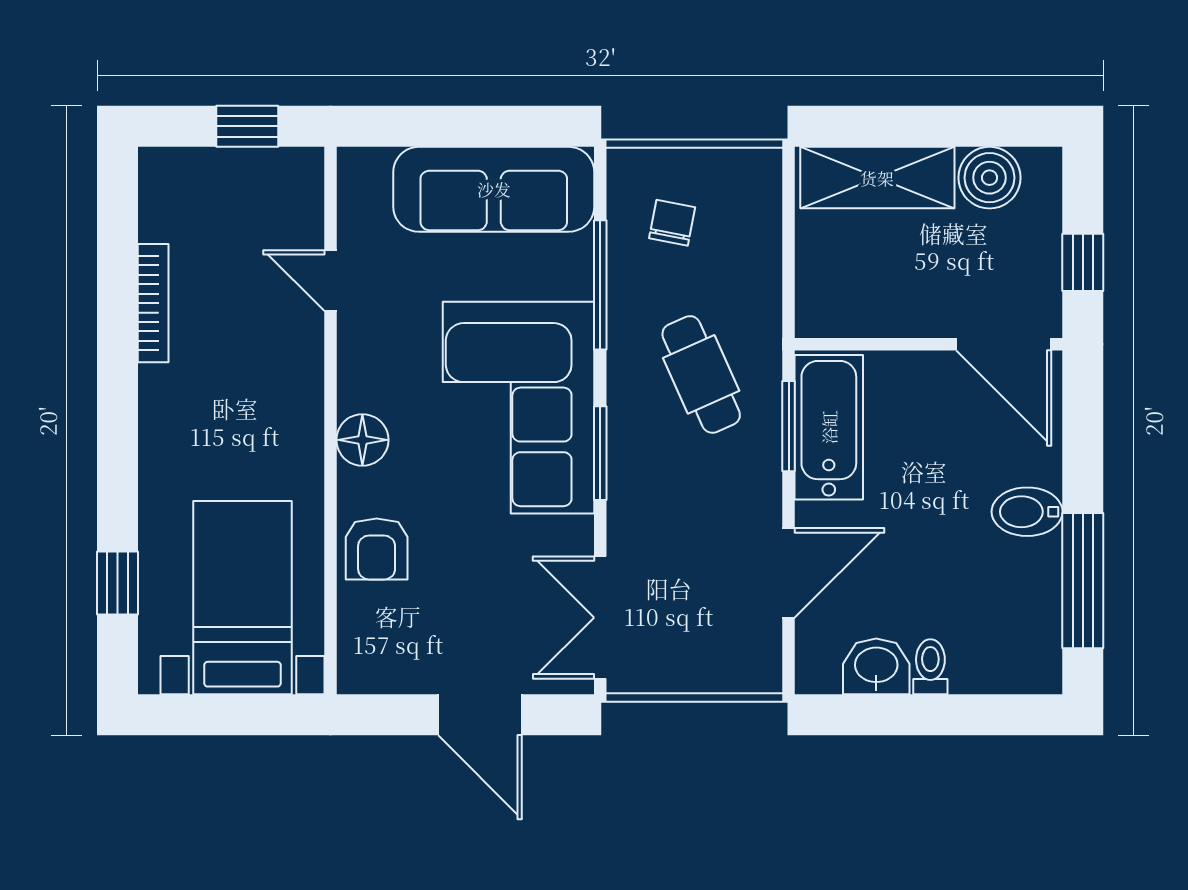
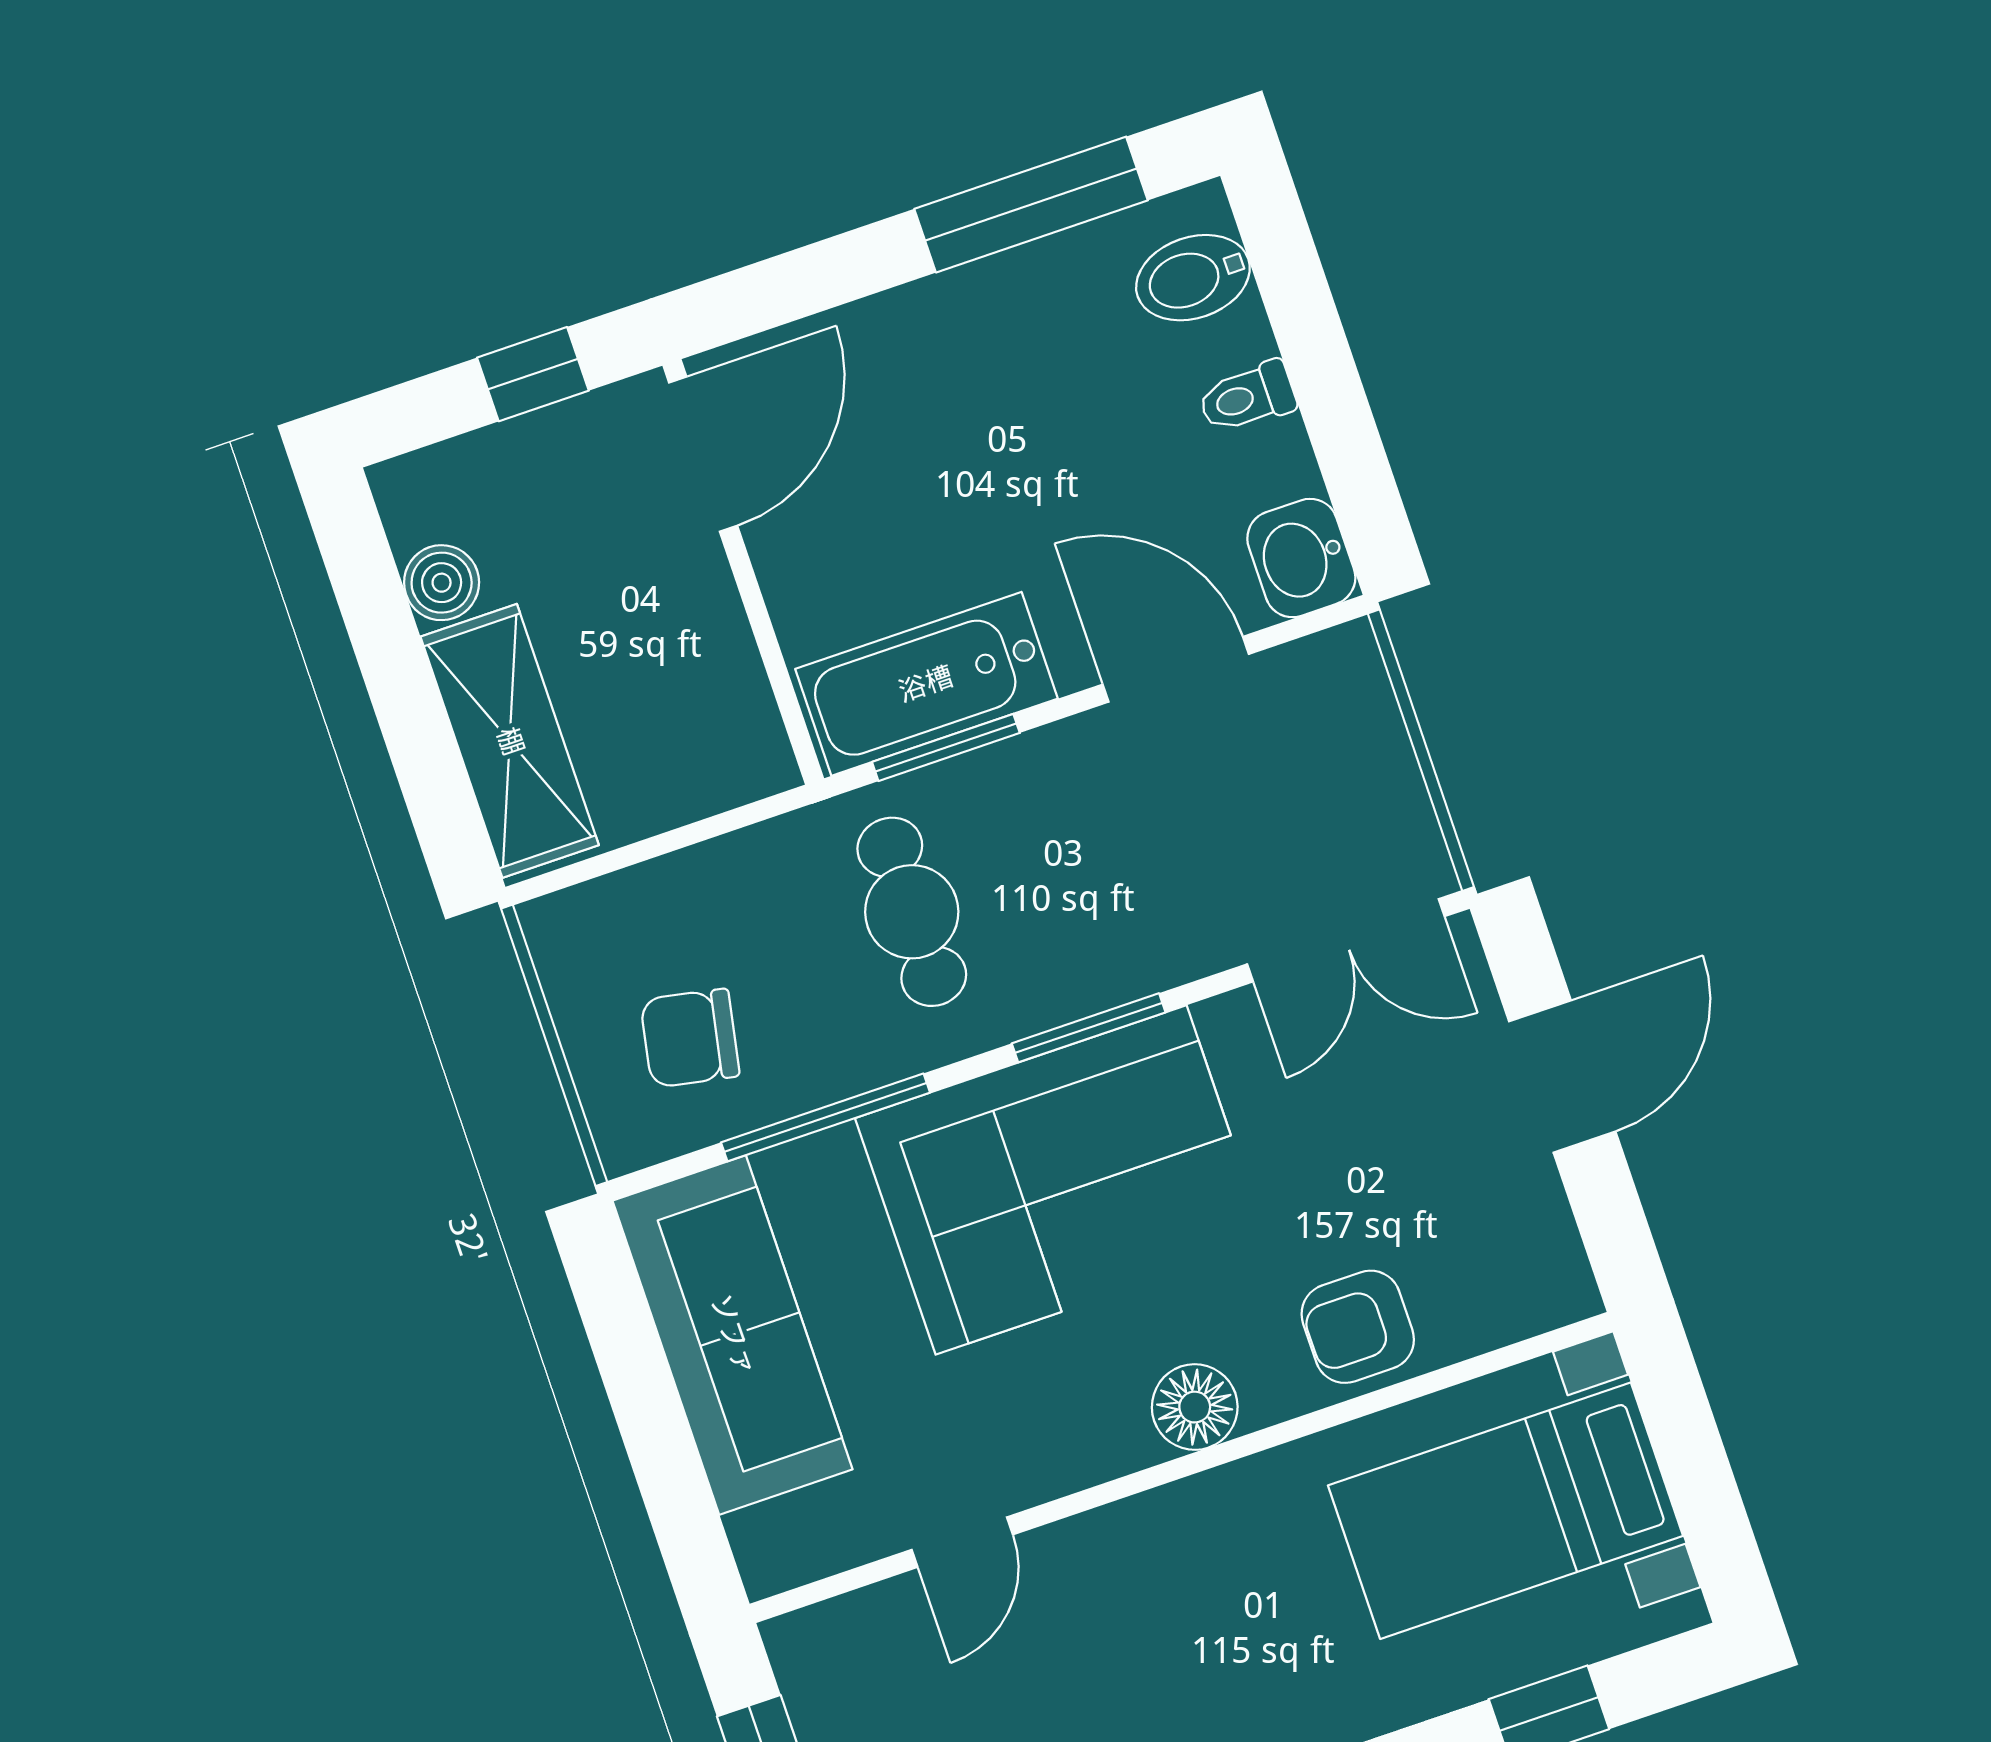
boiler: (990, 178) -> (442, 583), width x0.73, depth x0.73
chair: (672, 223) -> (690, 1038), width x1.37, depth x1.37
cafe table: (701, 374) -> (912, 912), turned -66
bidet: (1027, 512) -> (1193, 278), moved, turned 90
armchair: (377, 549) -> (1358, 1327), turned 180
washbasin: (876, 666) -> (1301, 558), moved

